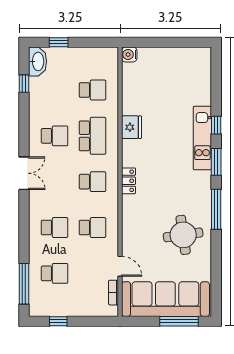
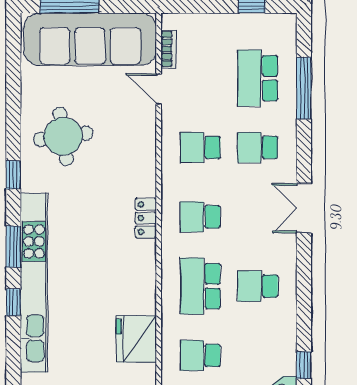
fridge: (131, 127) -> (136, 339), moved, width x1.36, depth x1.34
kitchen unit: (202, 138) -> (34, 283), width x1.86
double door: (24, 173) -> (304, 208), moved
window: (216, 209) -> (13, 175), width x0.46
school desk: (55, 273) -> (258, 78), width x1.85
window: (24, 284) -> (304, 88), moved

